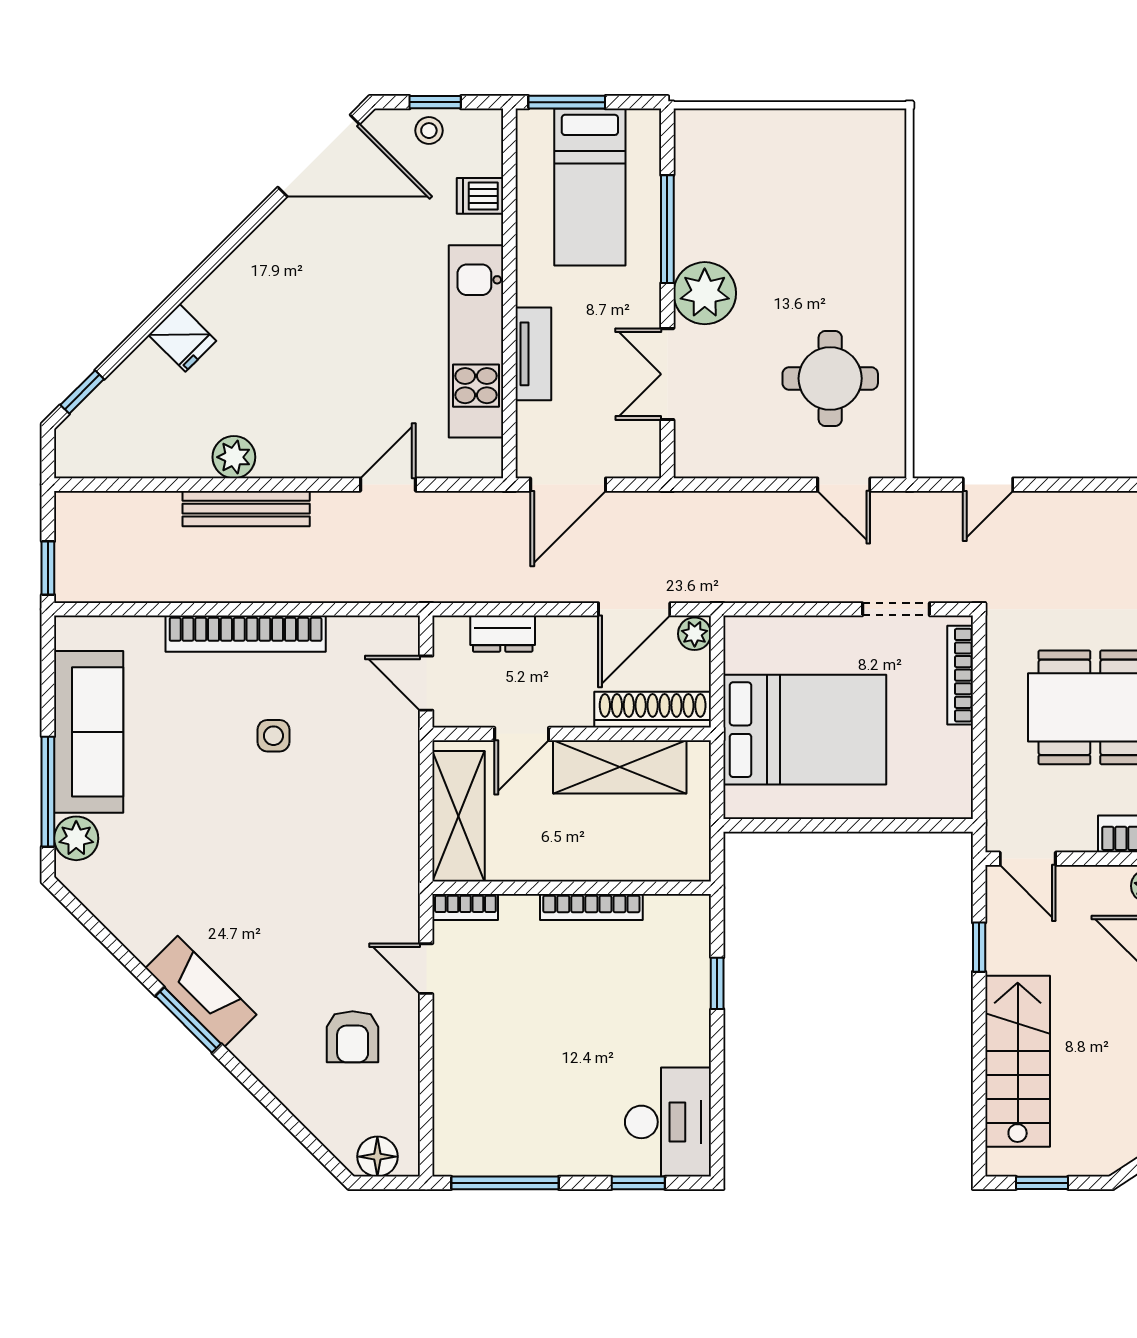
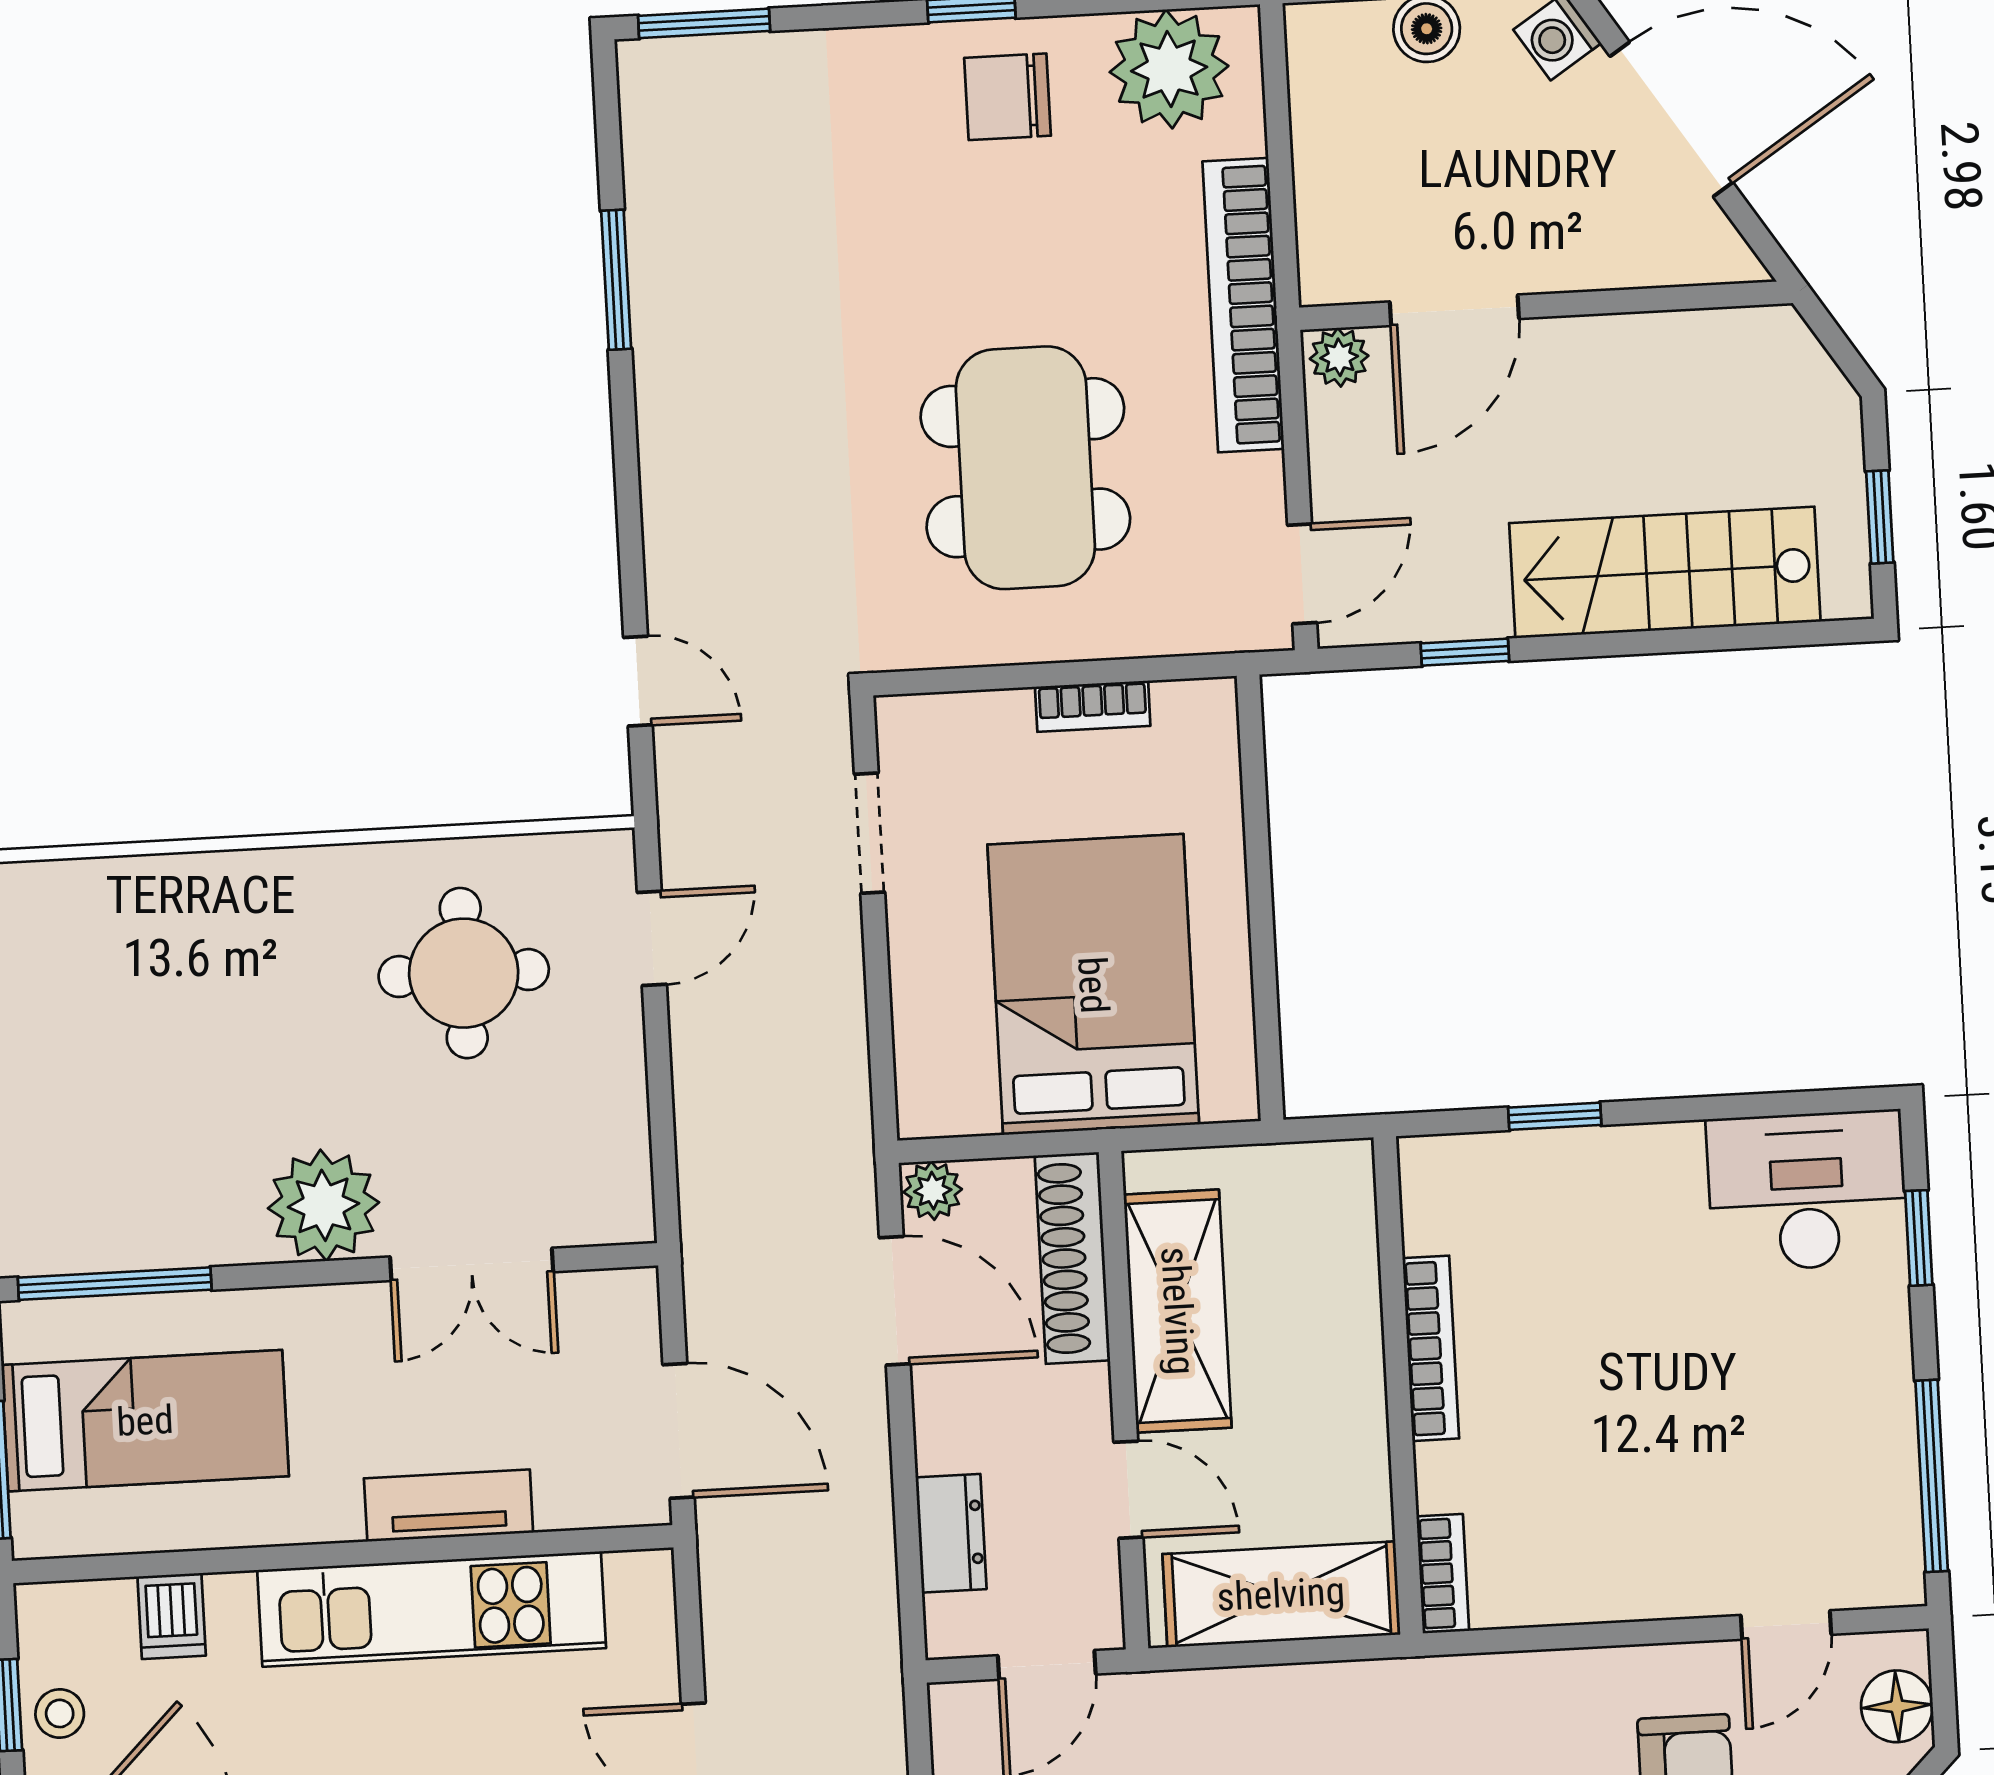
window: (667, 229) -> (115, 1284), moved
bookcase: (960, 675) -> (1093, 706), moved, width x0.64
door: (426, 969) -> (1786, 1625), moved

